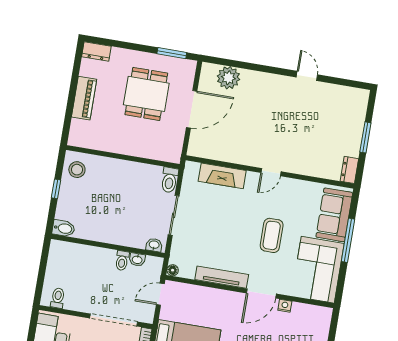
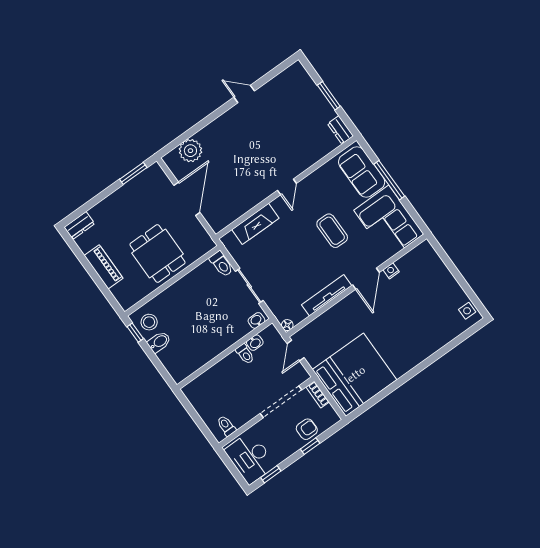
dining table: (146, 94) -> (157, 253), moved
window: (56, 189) -> (135, 333), moved
bidet: (64, 228) -> (159, 342), moved

